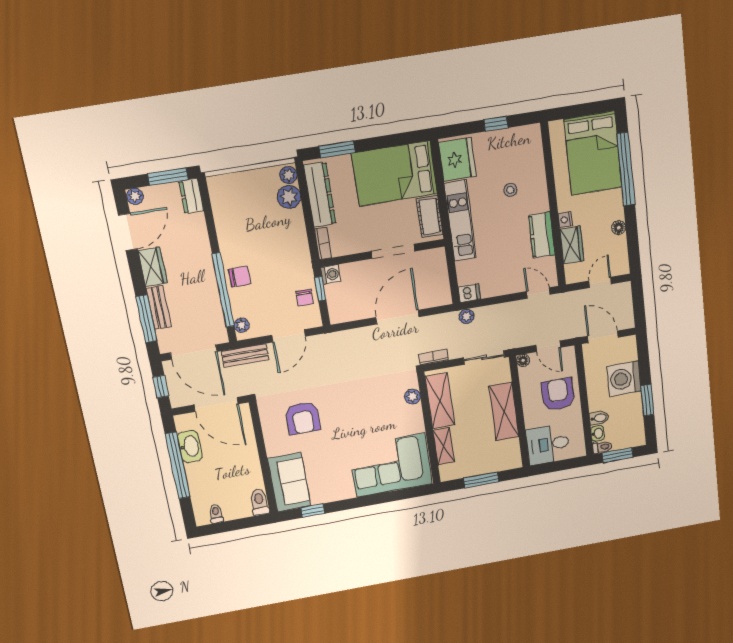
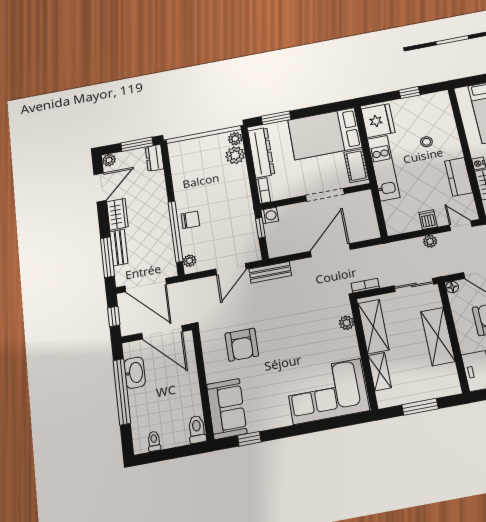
dishwasher: (469, 293) -> (428, 220), moved, turned -90
chair: (305, 298) -> (246, 236), removed
plant: (467, 316) -> (430, 241), moved
bench: (245, 355) -> (270, 272), moved

